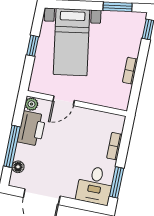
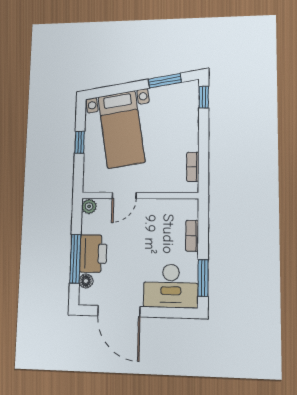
bookcase: (130, 71) -> (193, 167), moved
printer: (32, 128) -> (93, 254), moved
desk: (95, 185) -> (171, 286), width x1.37

